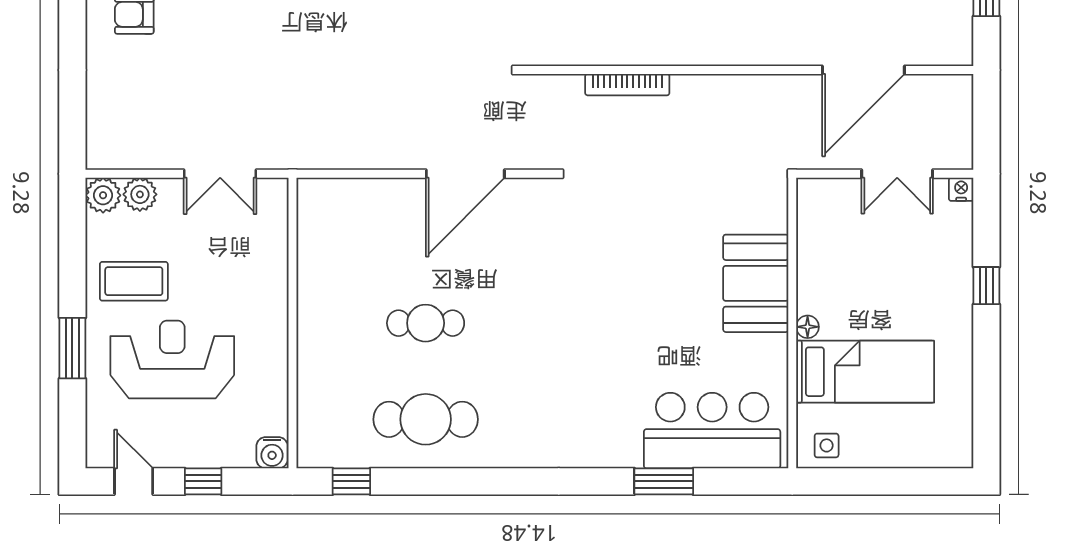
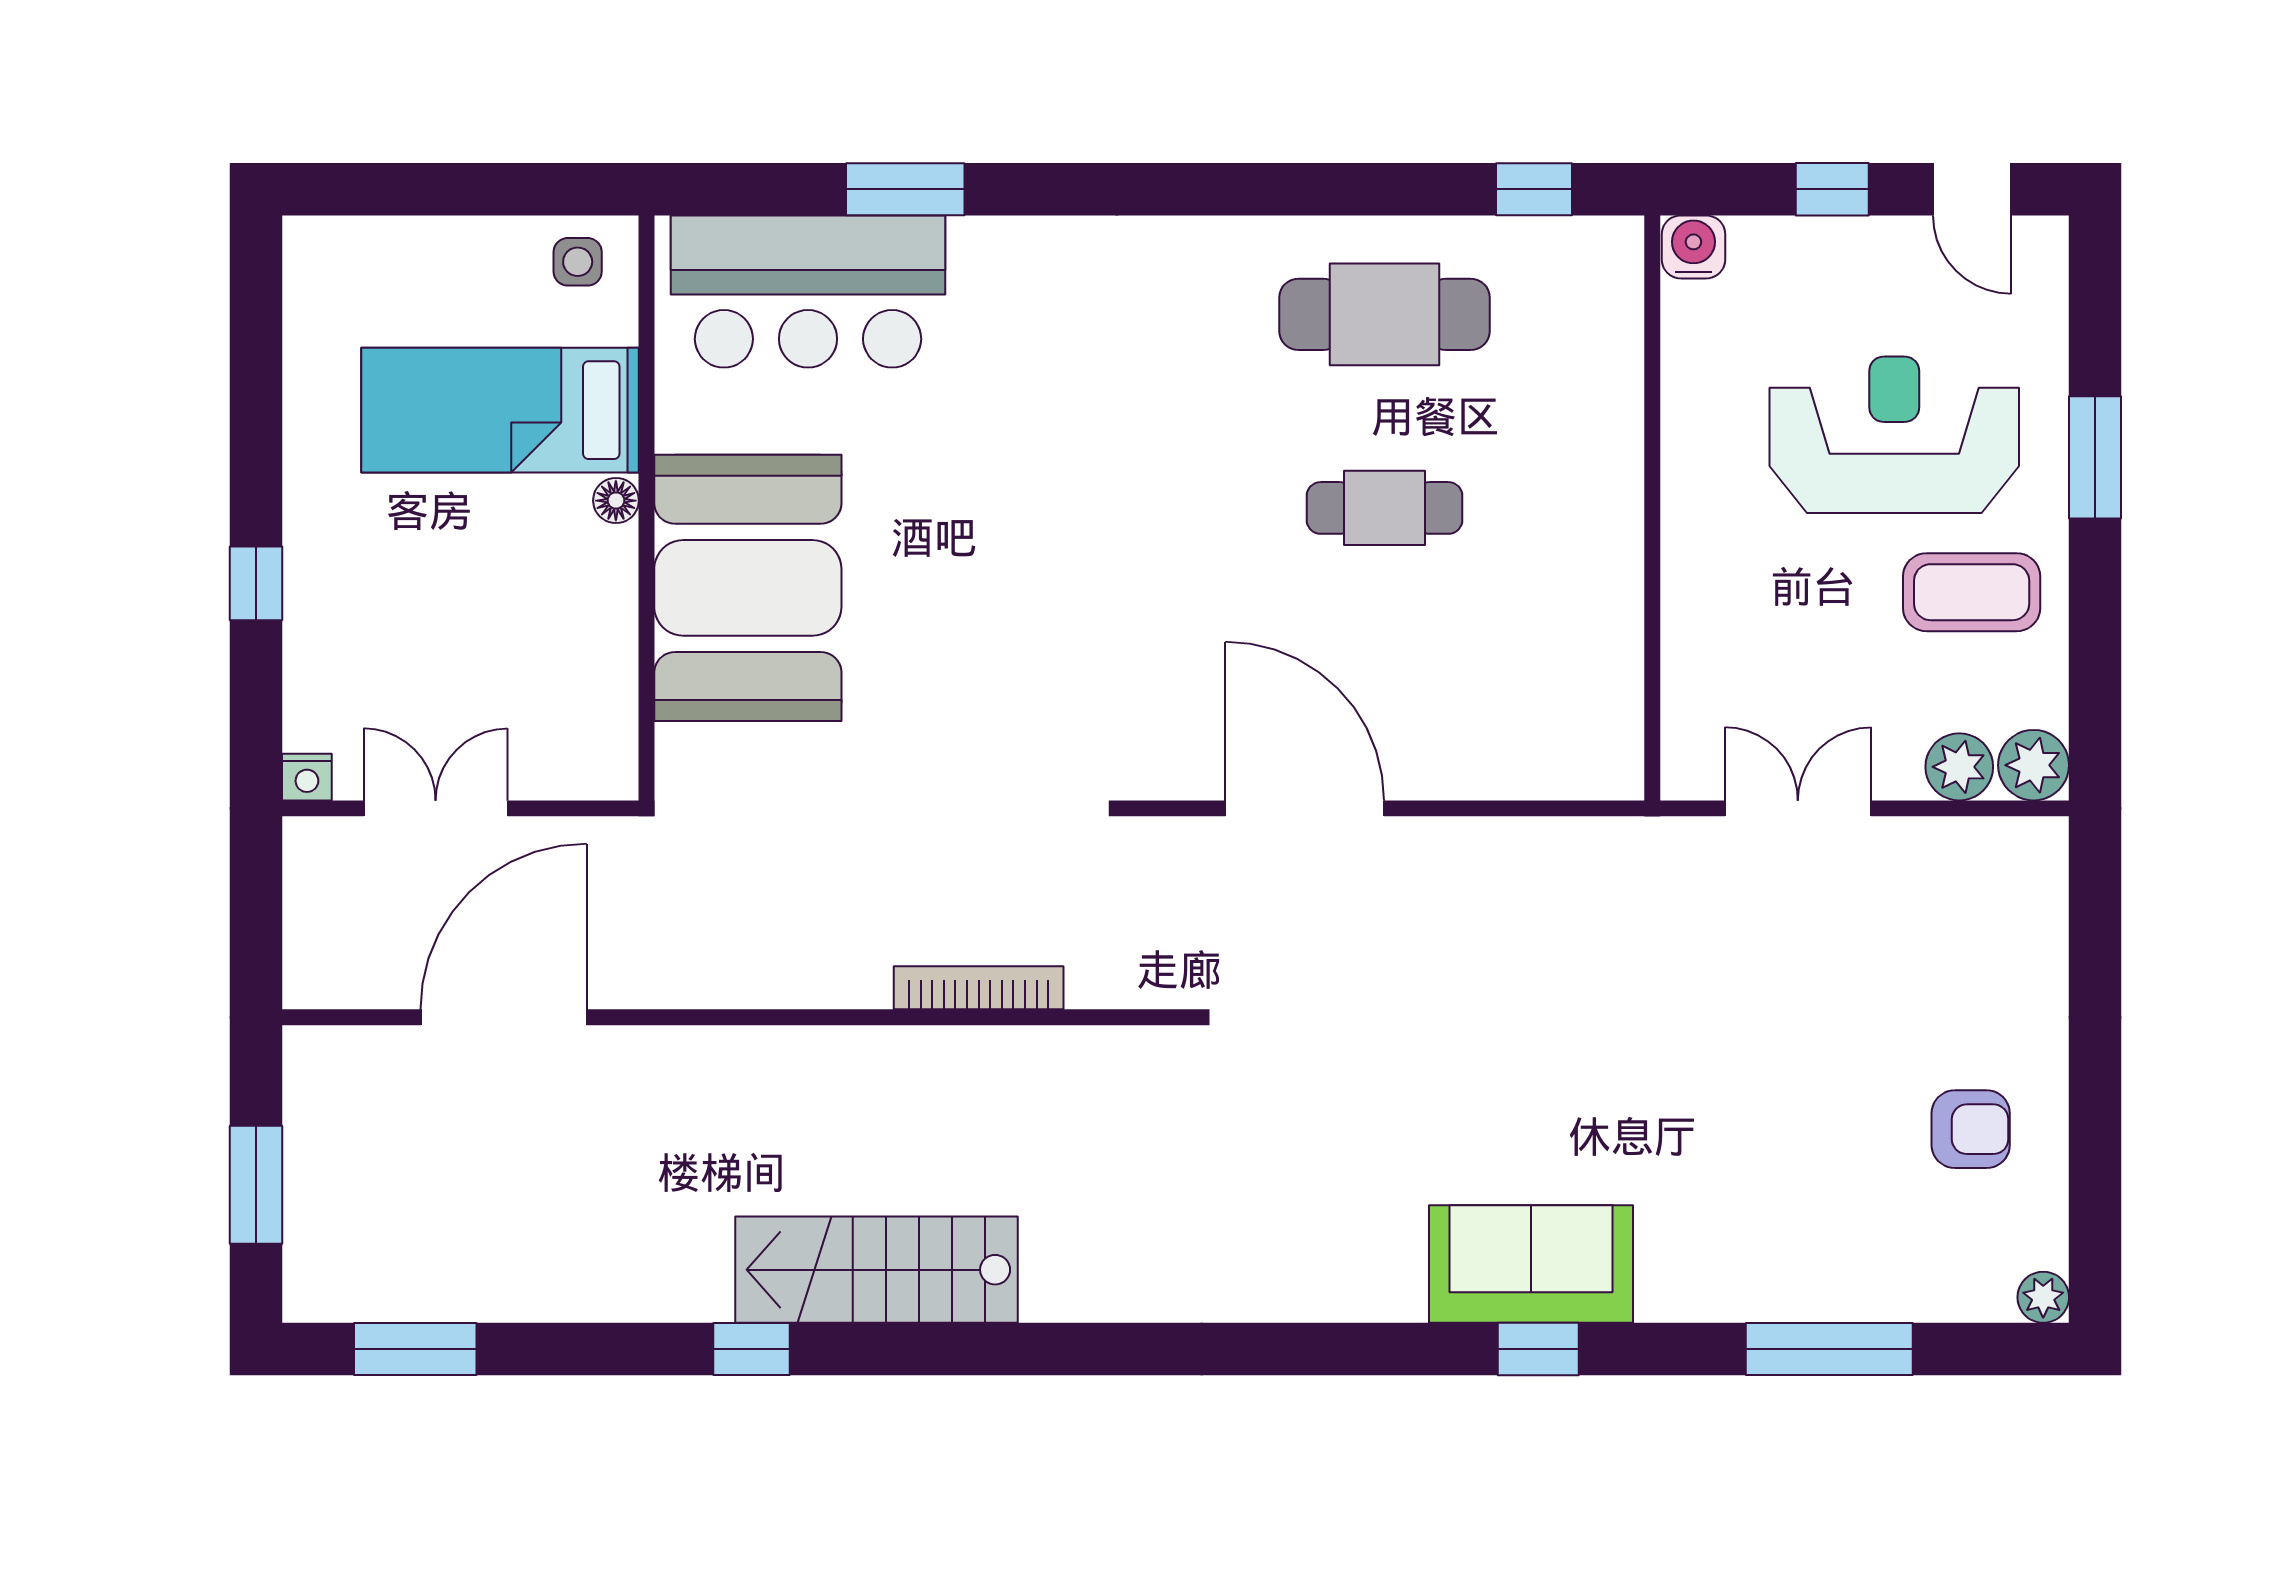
door: (465, 174) -> (1305, 808), hinge flipped
booth: (756, 283) -> (748, 588), width x1.36, depth x1.42
reception desk: (172, 359) -> (1894, 435), turned 180

